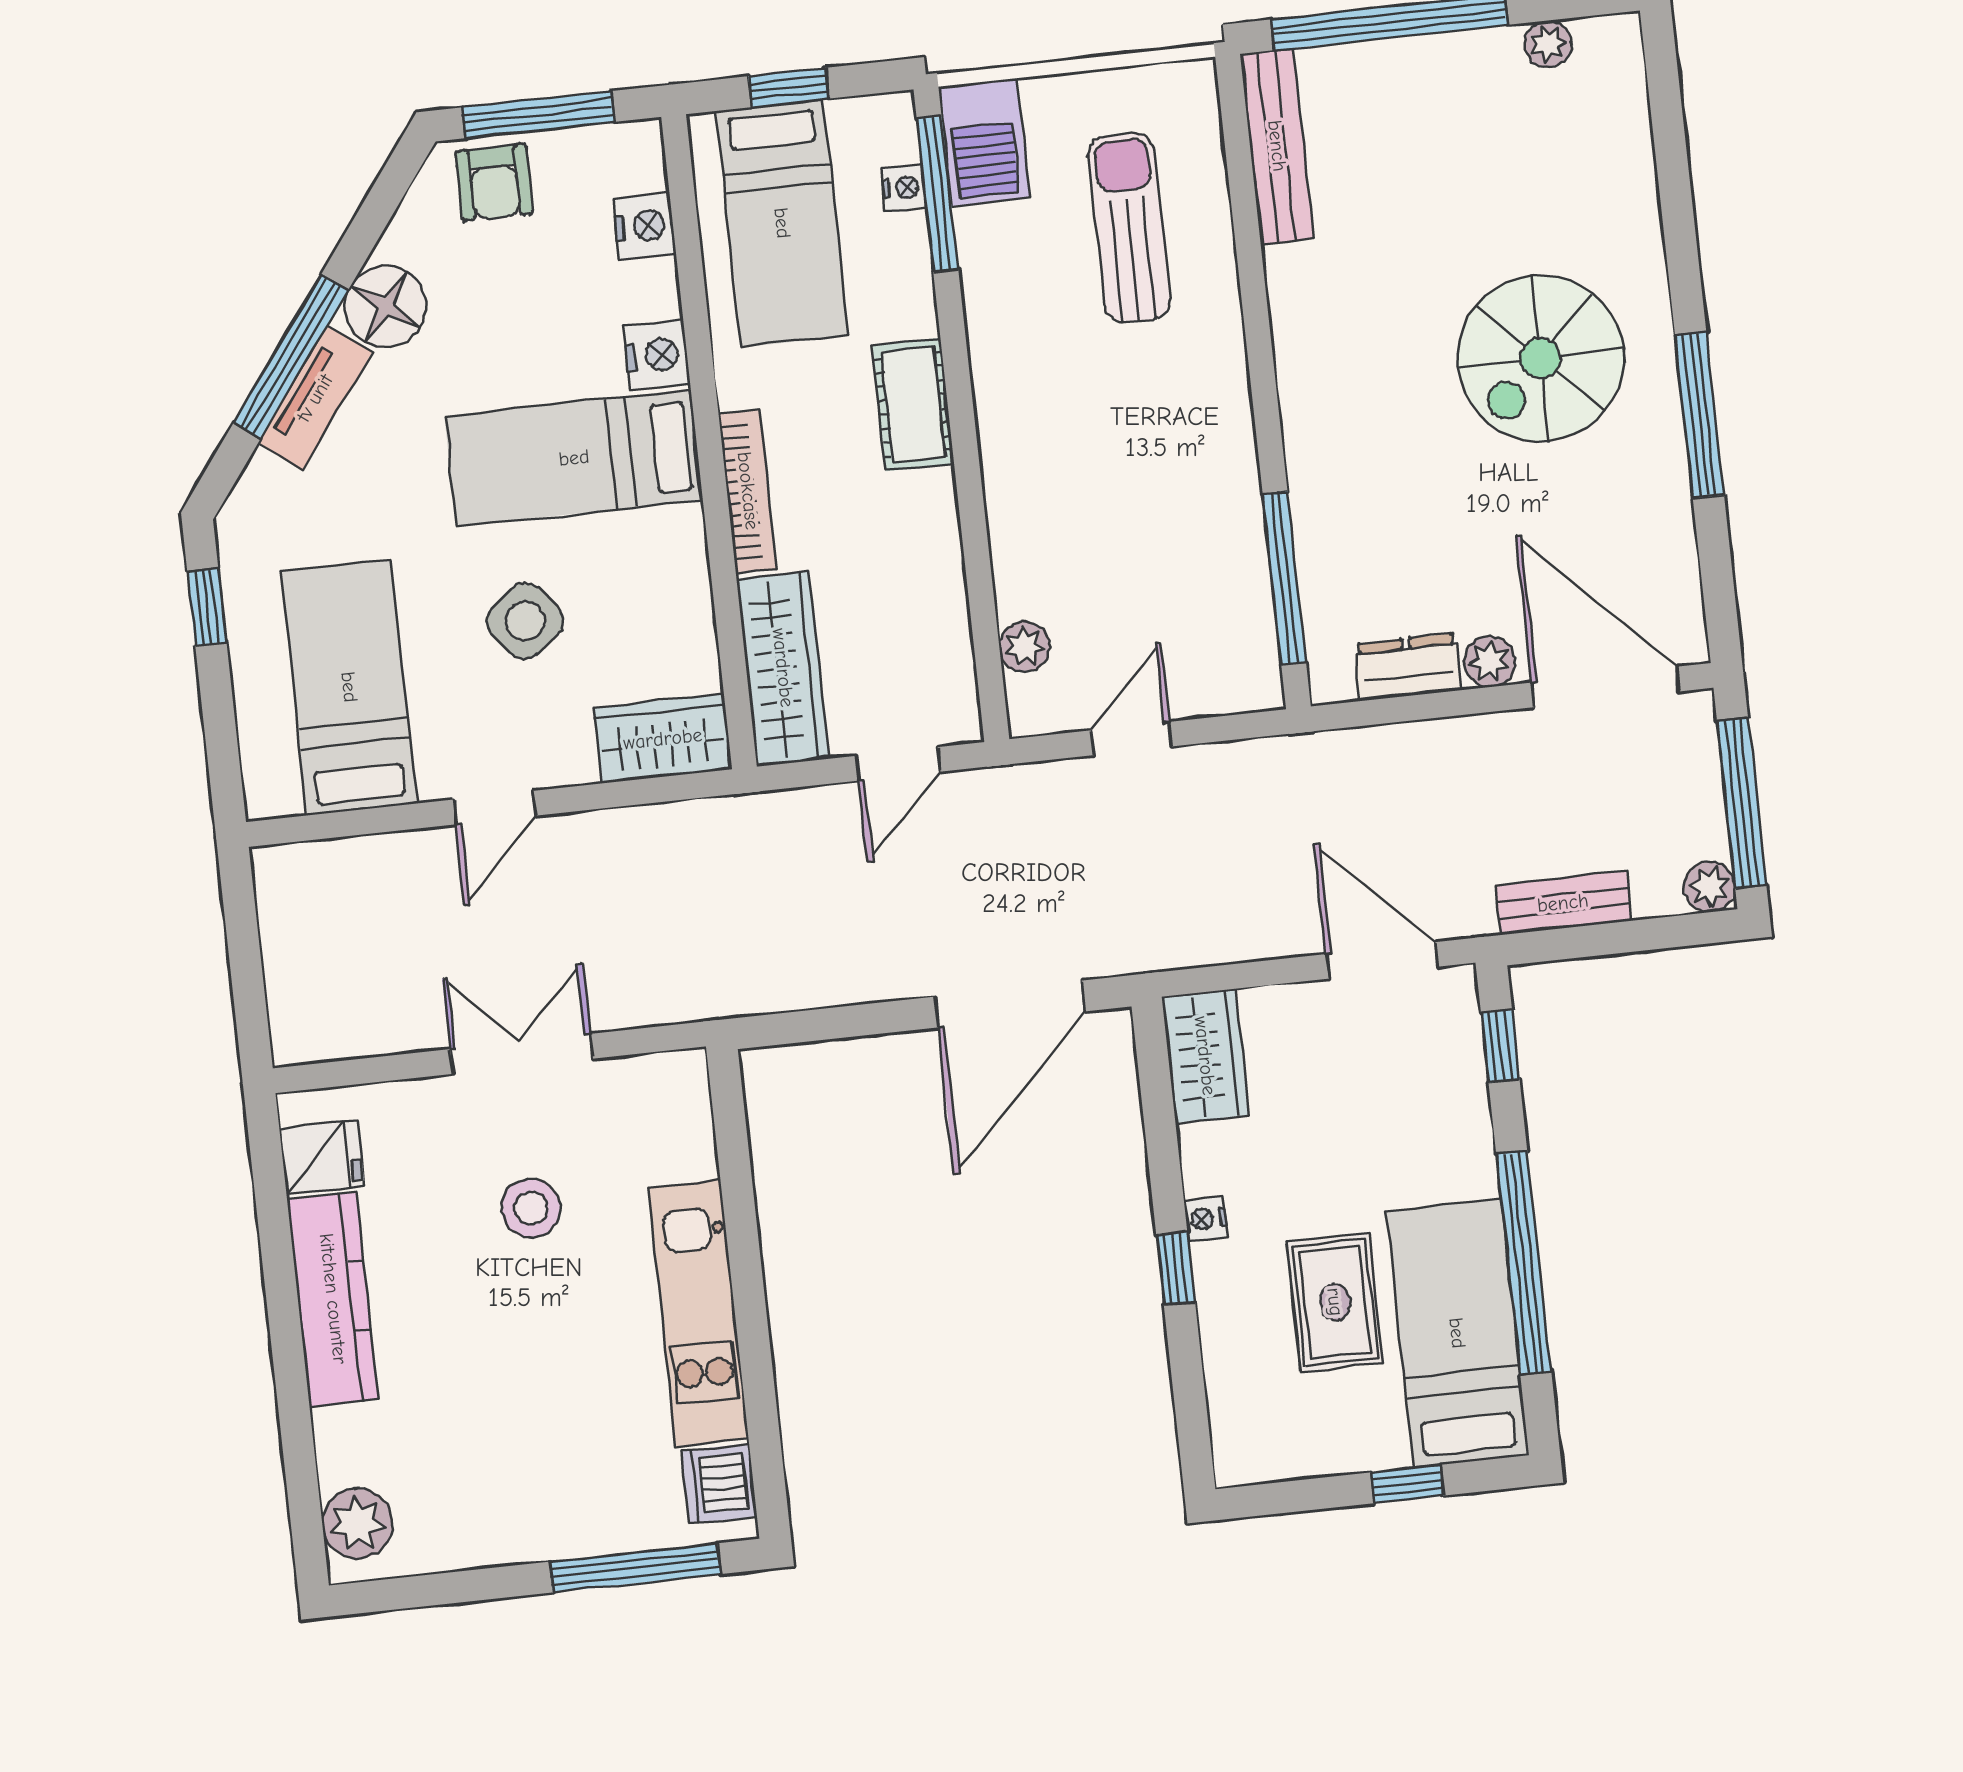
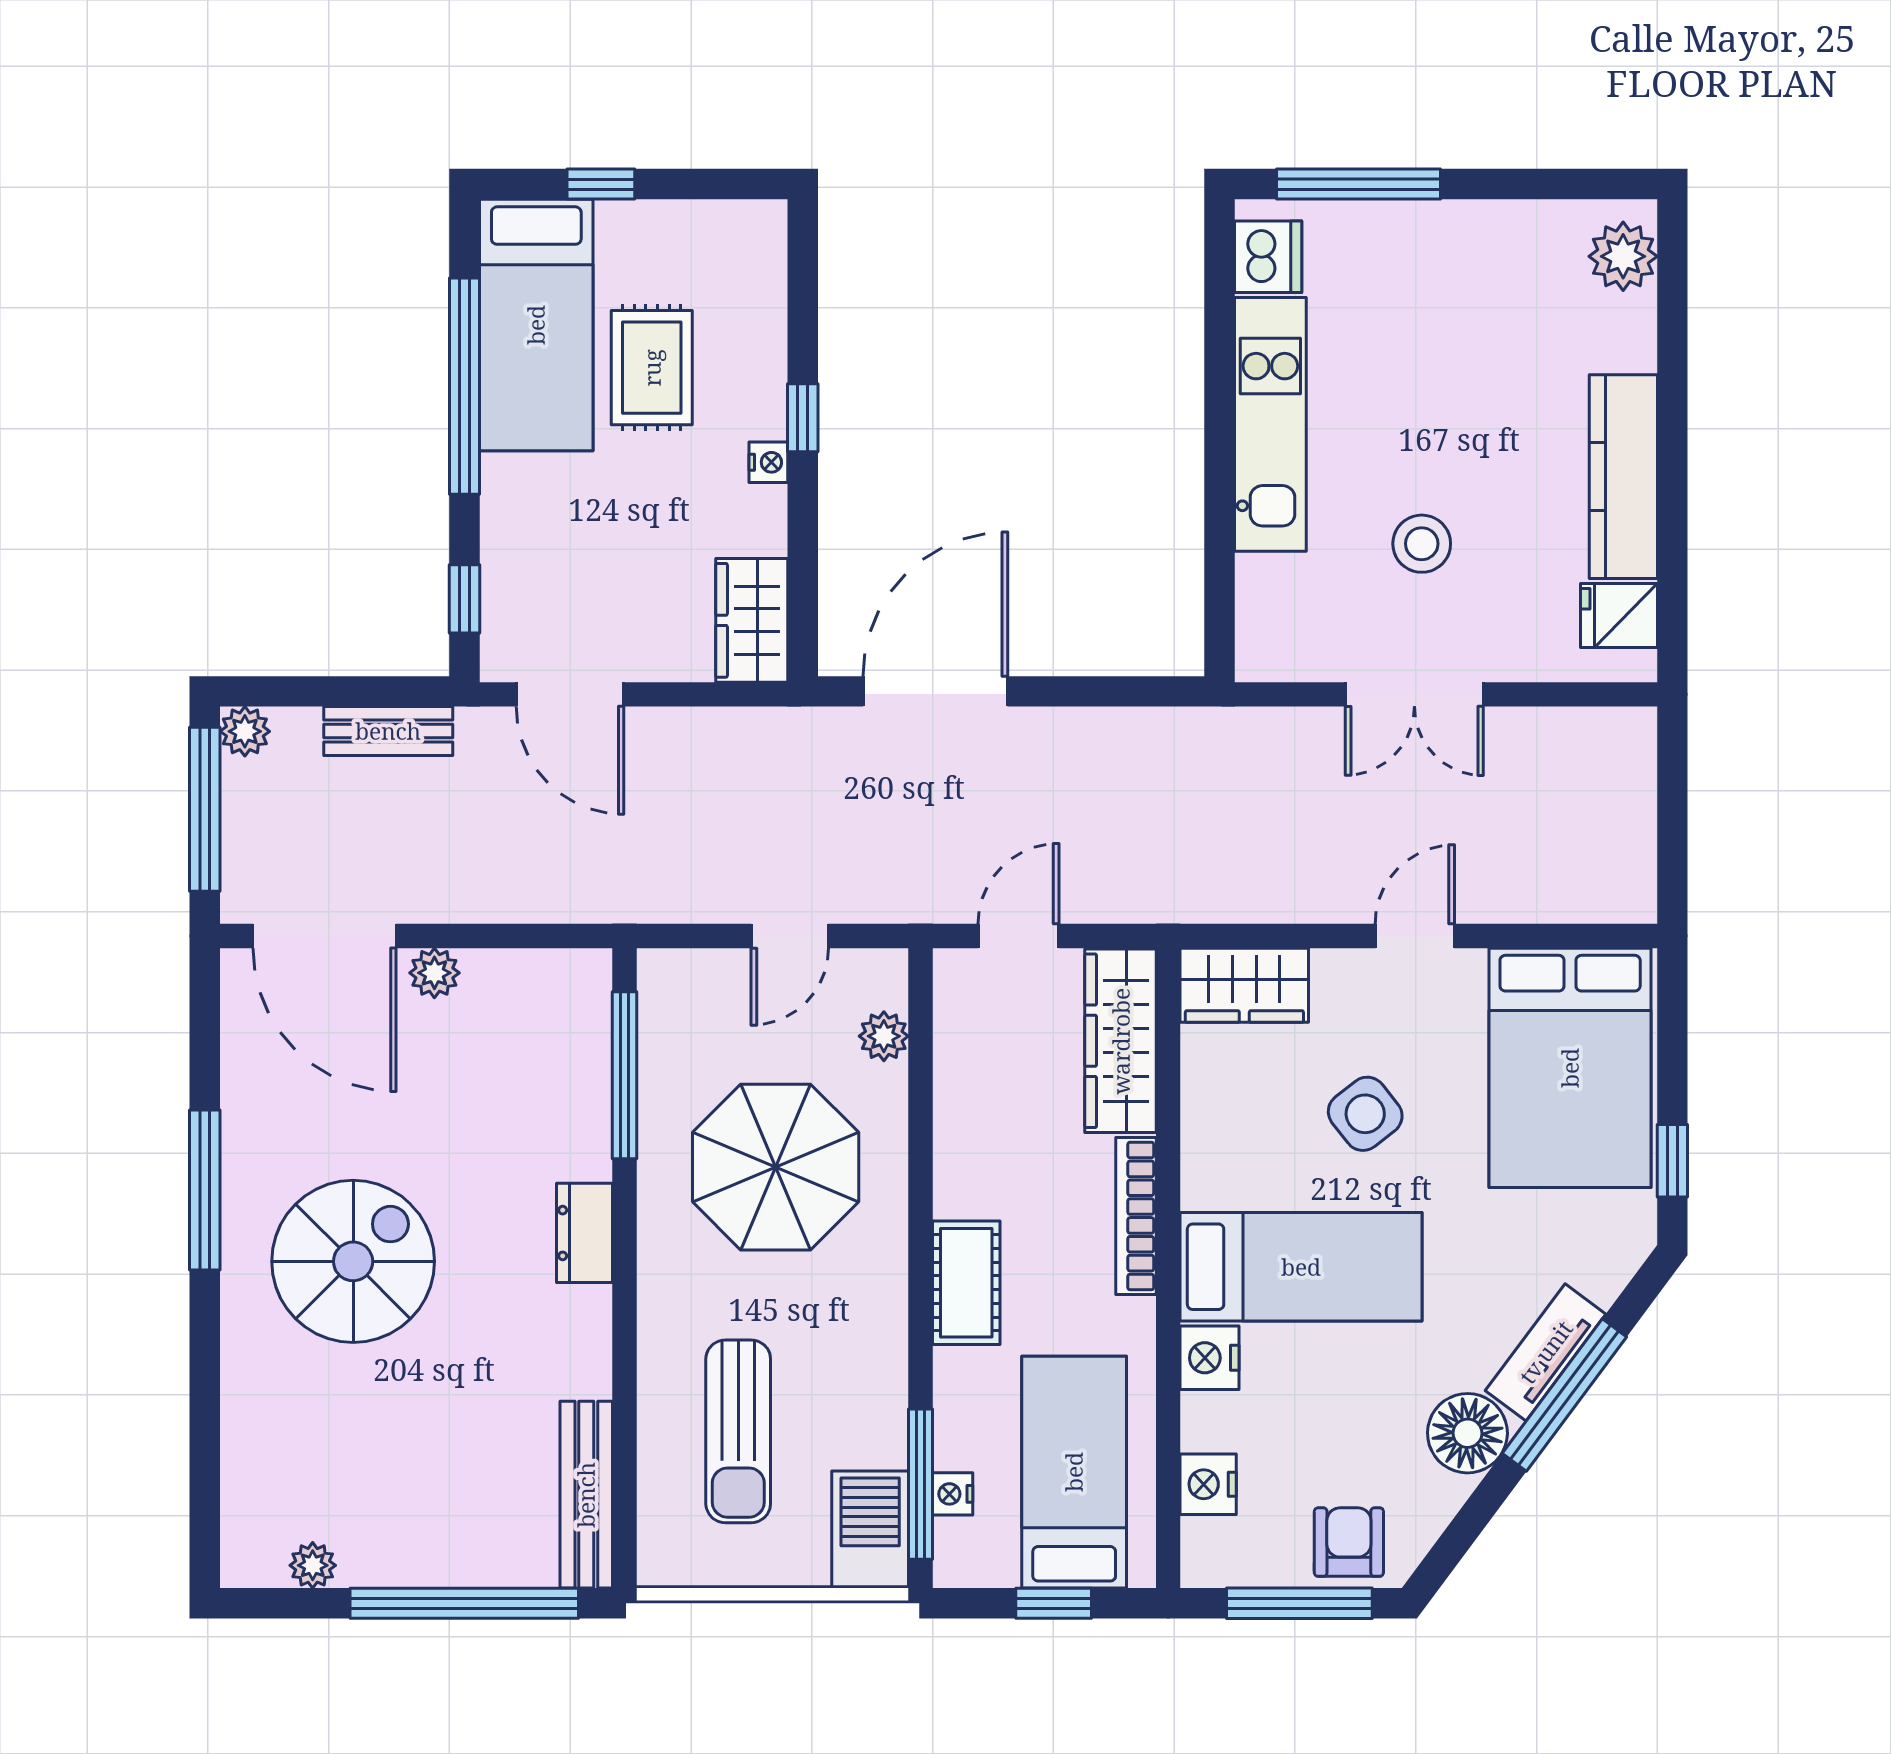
parasol: (1120, 501) -> (776, 1167), added
dresser: (1408, 667) -> (585, 1233), moved, turned 90
bed: (349, 687) -> (1570, 1068), width x1.50

